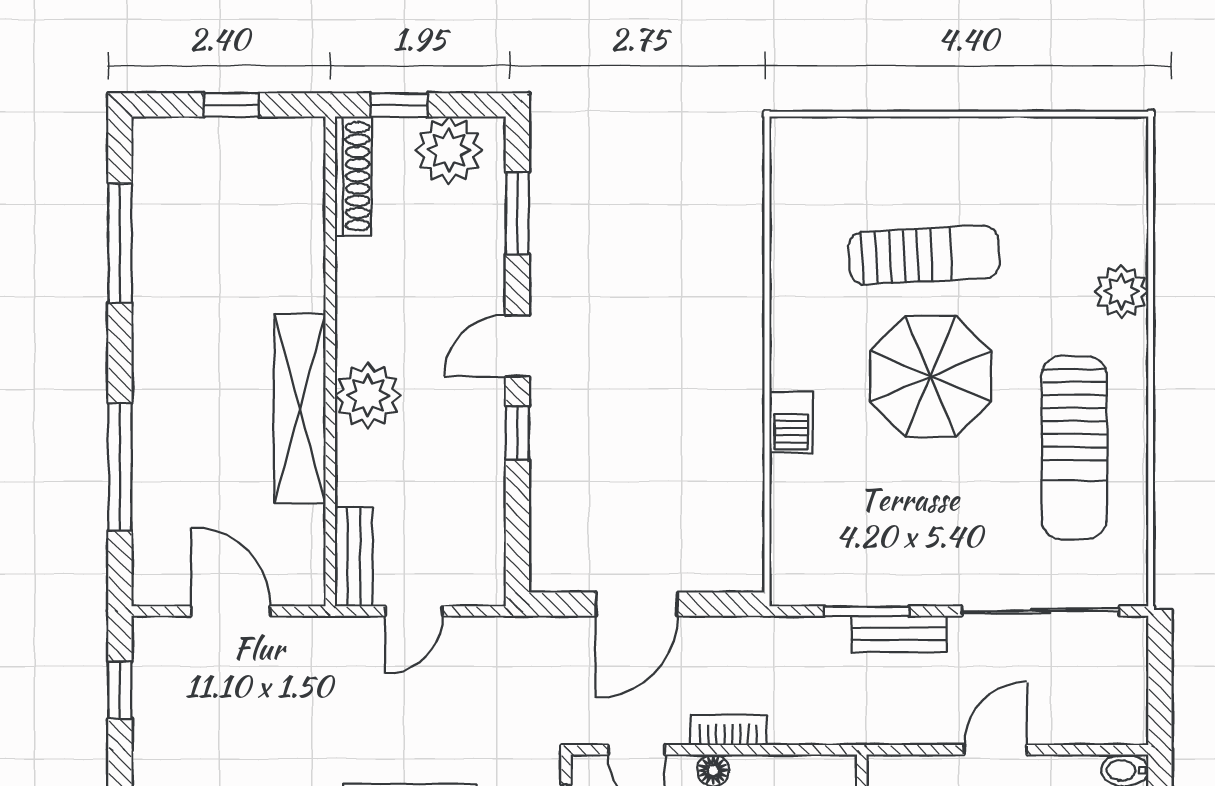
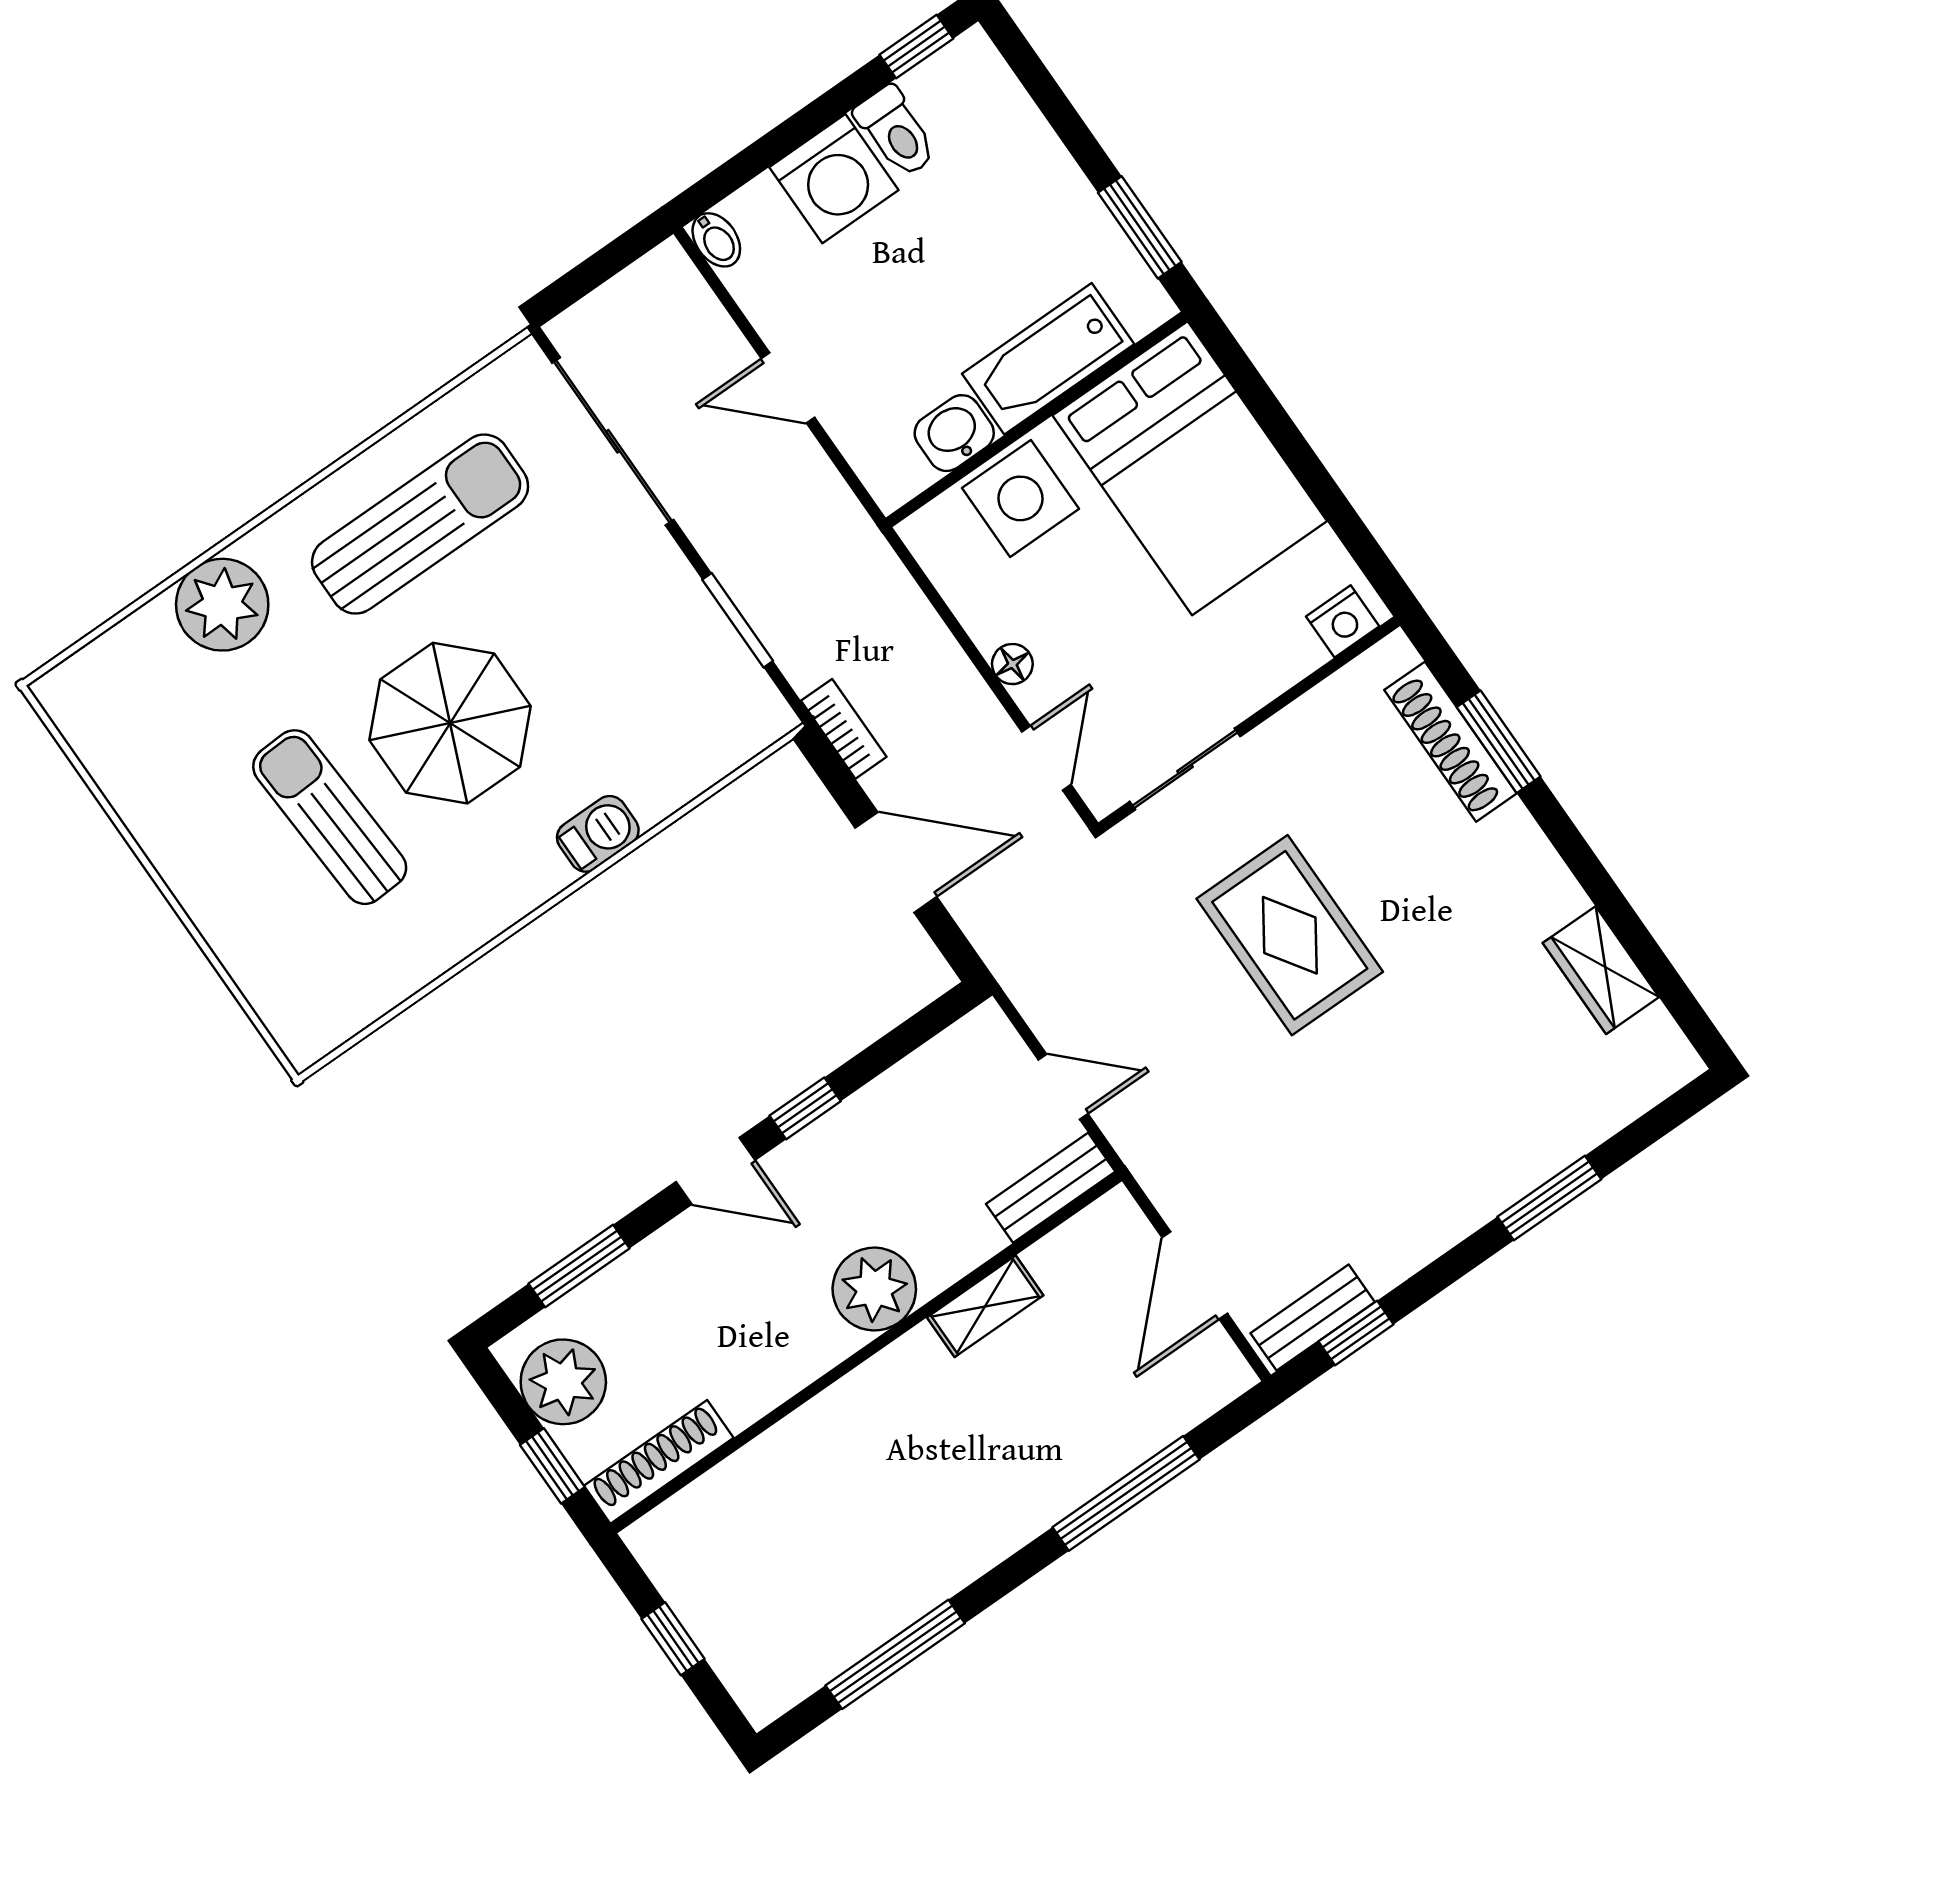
plant: (1121, 291) -> (222, 605), width x1.36, depth x1.36
shelving: (300, 408) -> (985, 1306), width x0.45, depth x0.75
bench: (899, 634) -> (1313, 1318), moved, turned 90
bookcase: (728, 730) -> (844, 729), moved, turned 180

